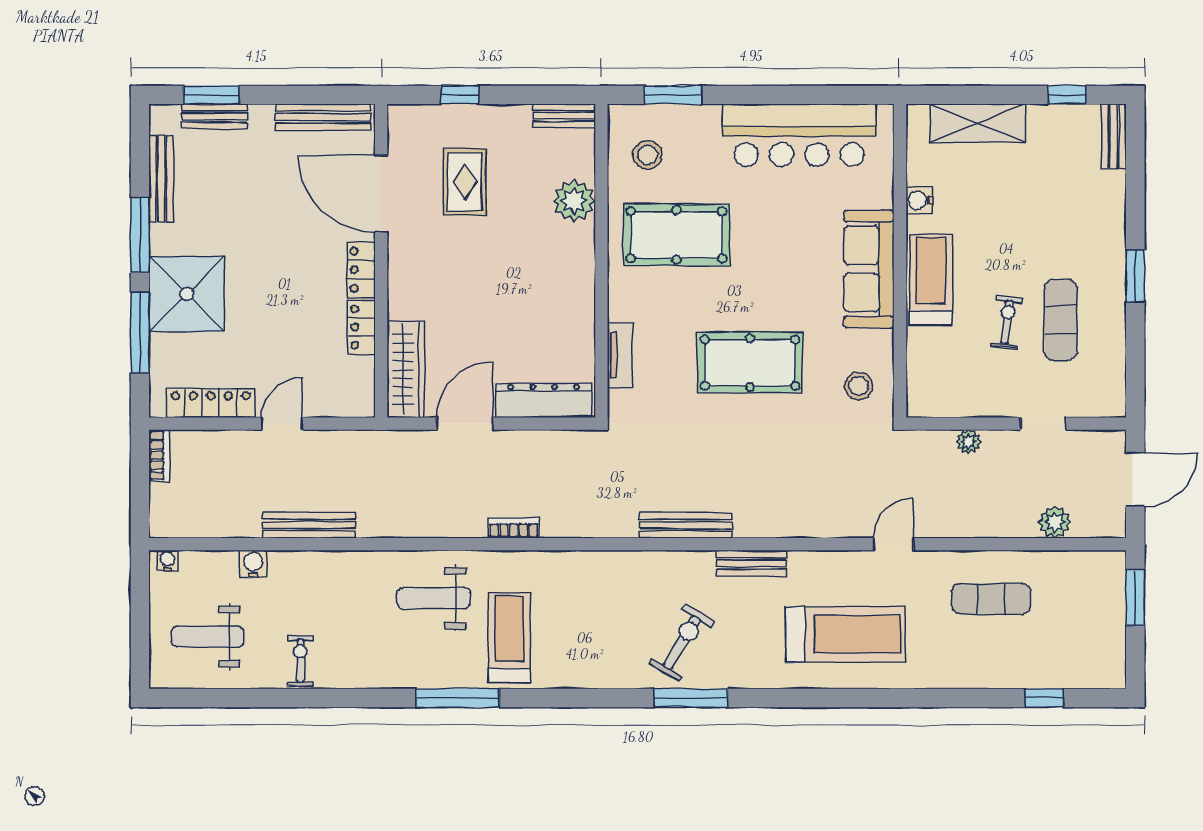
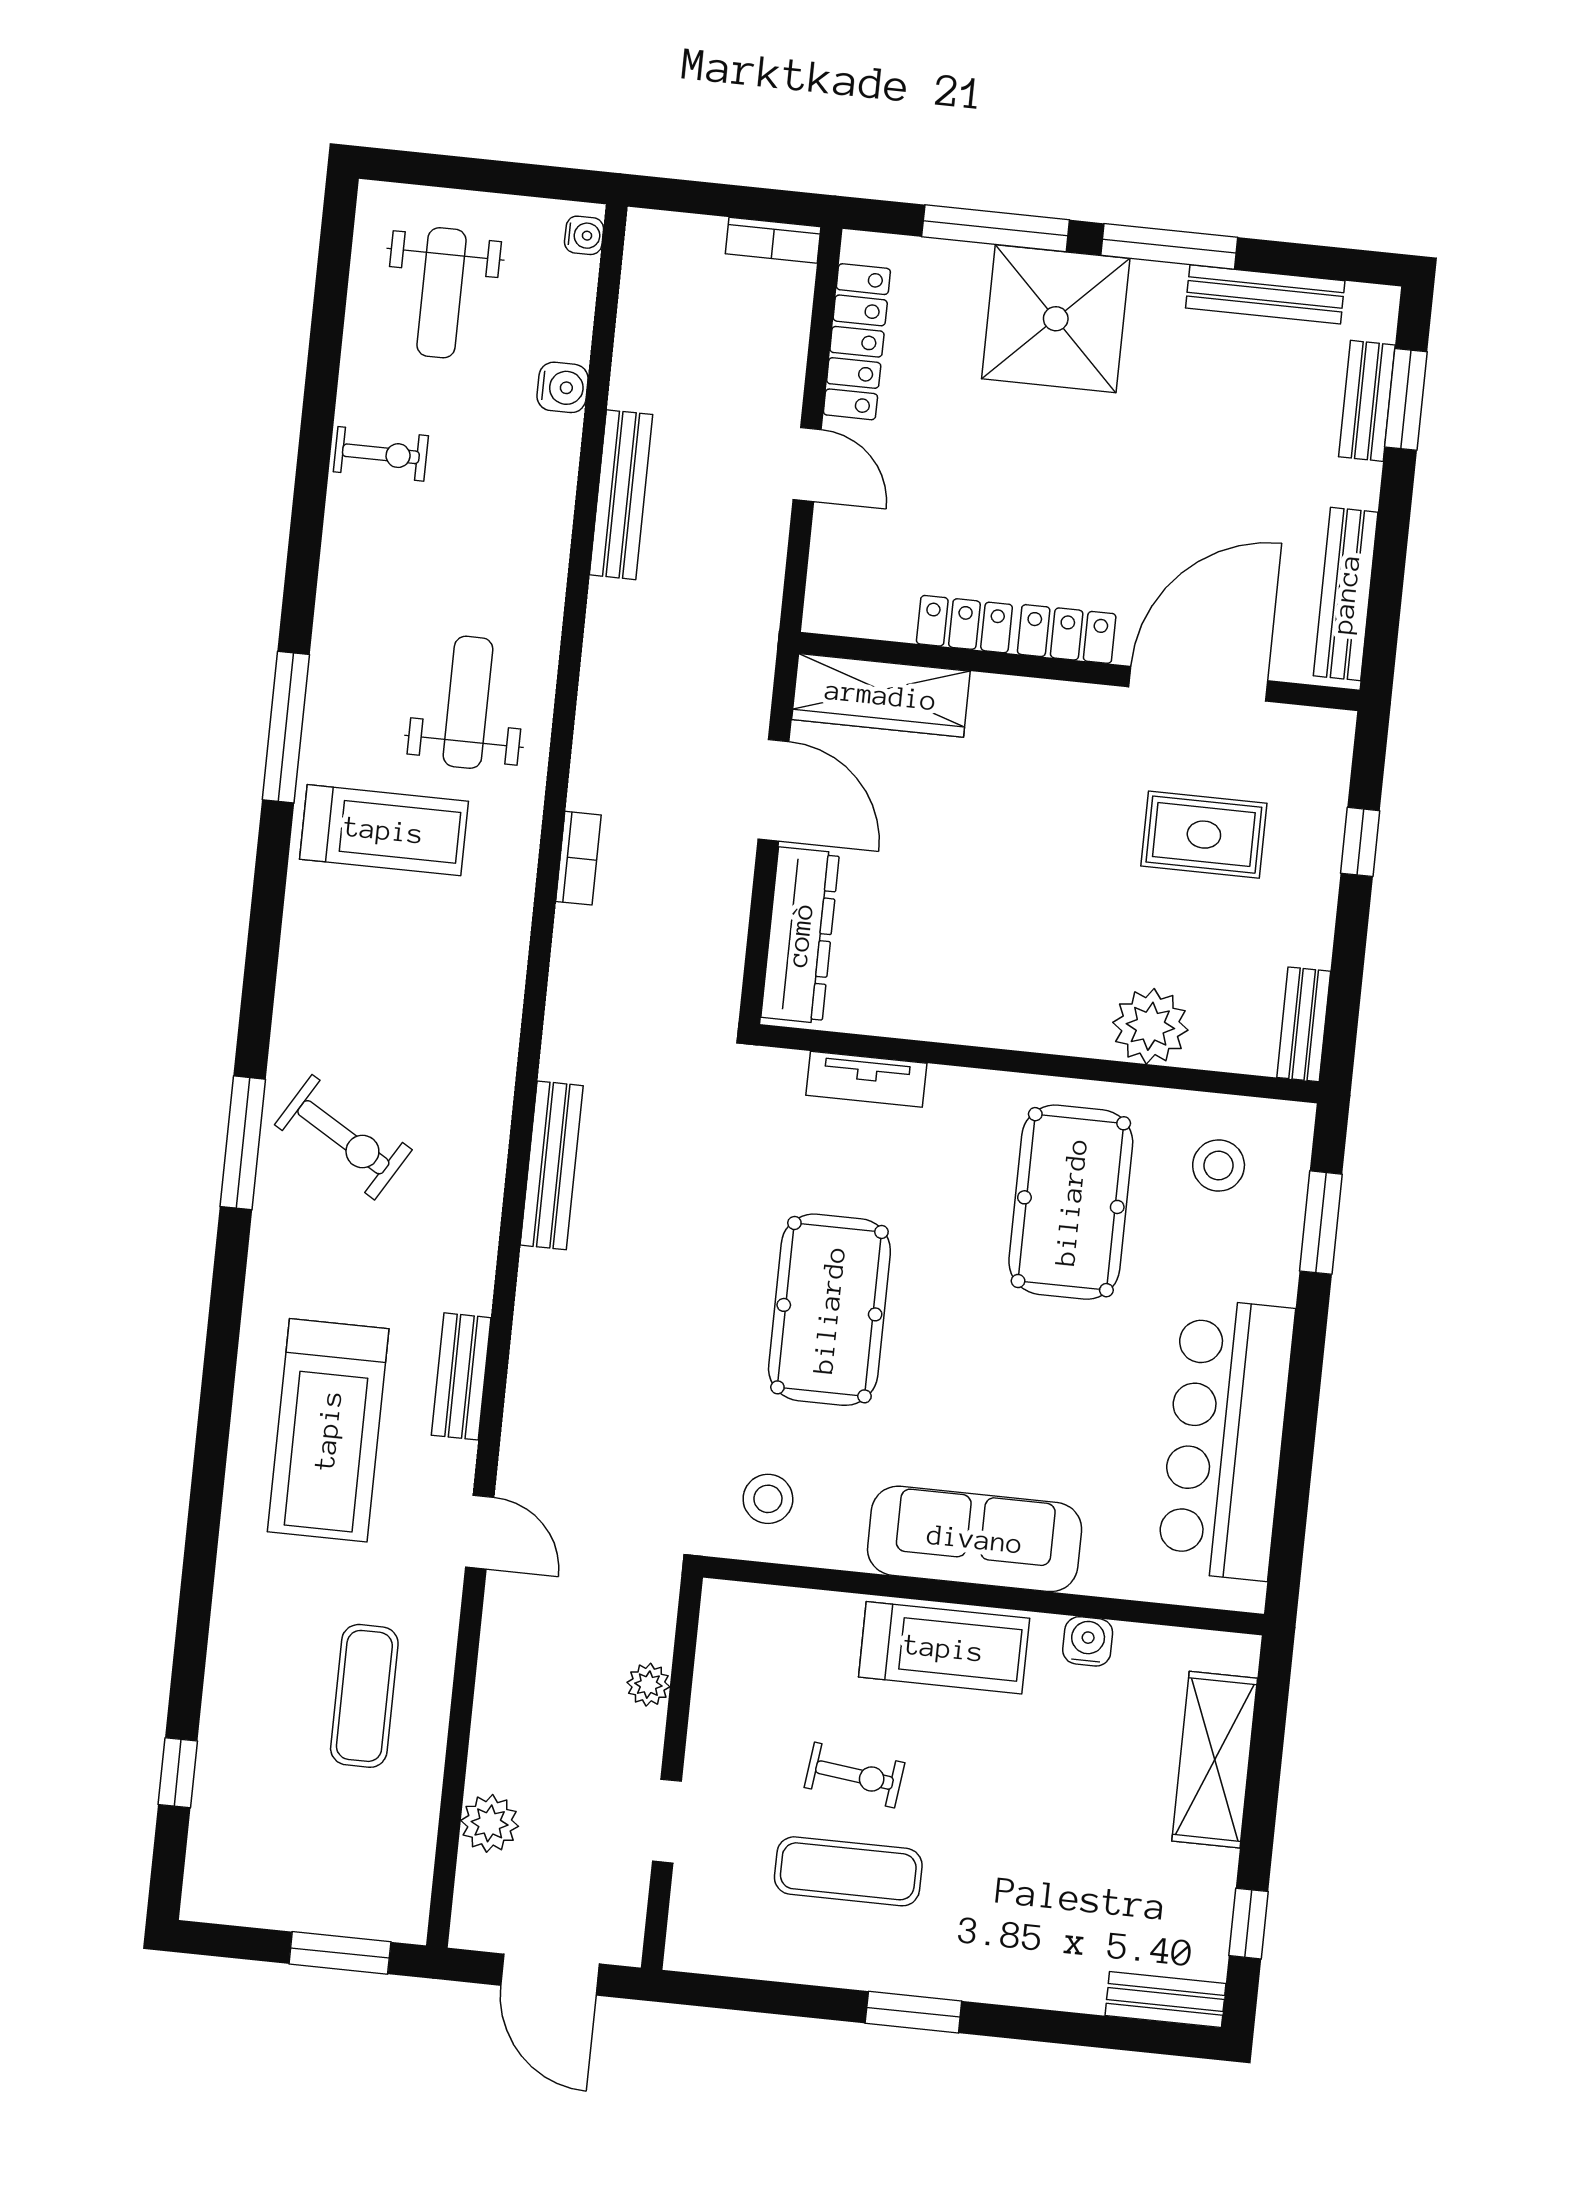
bench: (751, 563) -> (461, 1376), moved
weight bench: (208, 636) -> (441, 293), turned 180

